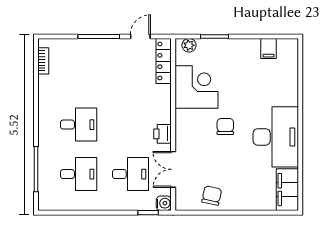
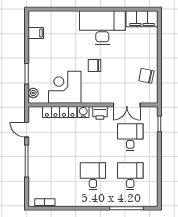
locker: (164, 61) -> (60, 112), moved
water cooler: (164, 203) -> (83, 112), moved

